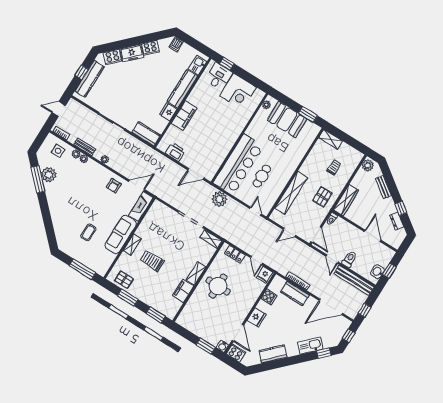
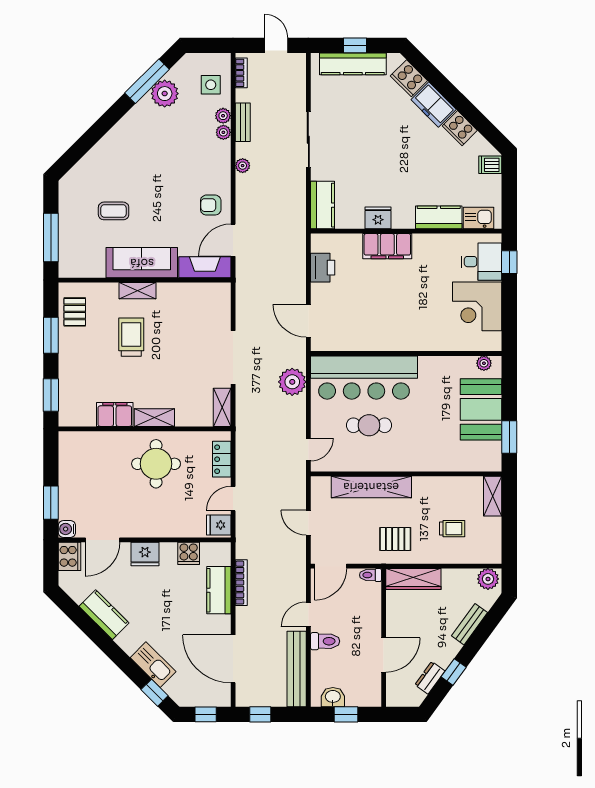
kitchen counter: (182, 89) -> (439, 217), width x0.67
door: (137, 186) -> (233, 240), swing flipped

